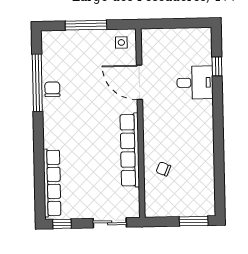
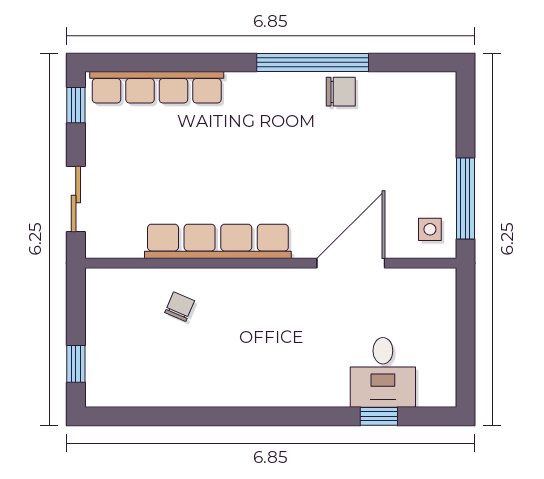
window: (86, 25) -> (465, 199), moved
window: (37, 83) -> (313, 62), moved
desk: (195, 83) -> (383, 372), moved
window: (194, 221) -> (76, 364), width x0.67

